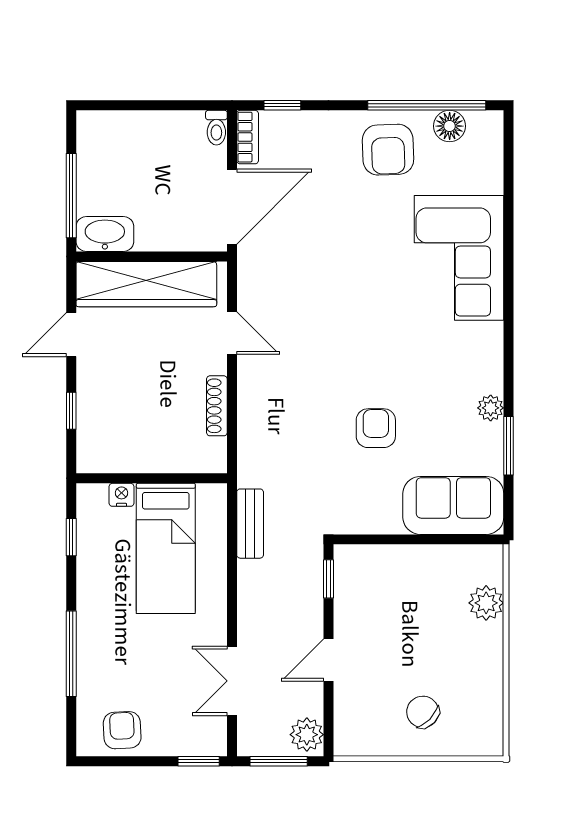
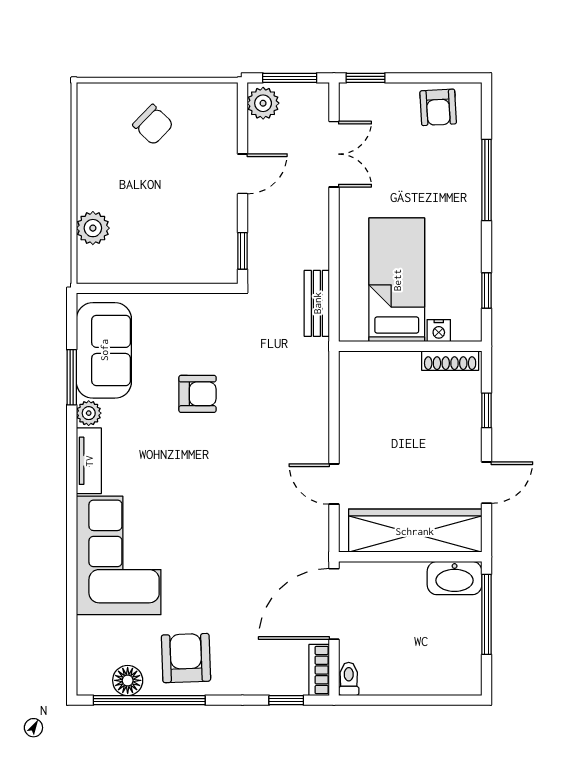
tv unit: (490, 358) -> (89, 461), added
shoe rack: (217, 406) -> (450, 361), moved, turned 90
armchair: (376, 428) -> (197, 394), turned -90
sofa: (453, 505) -> (104, 350), moved, turned -90

